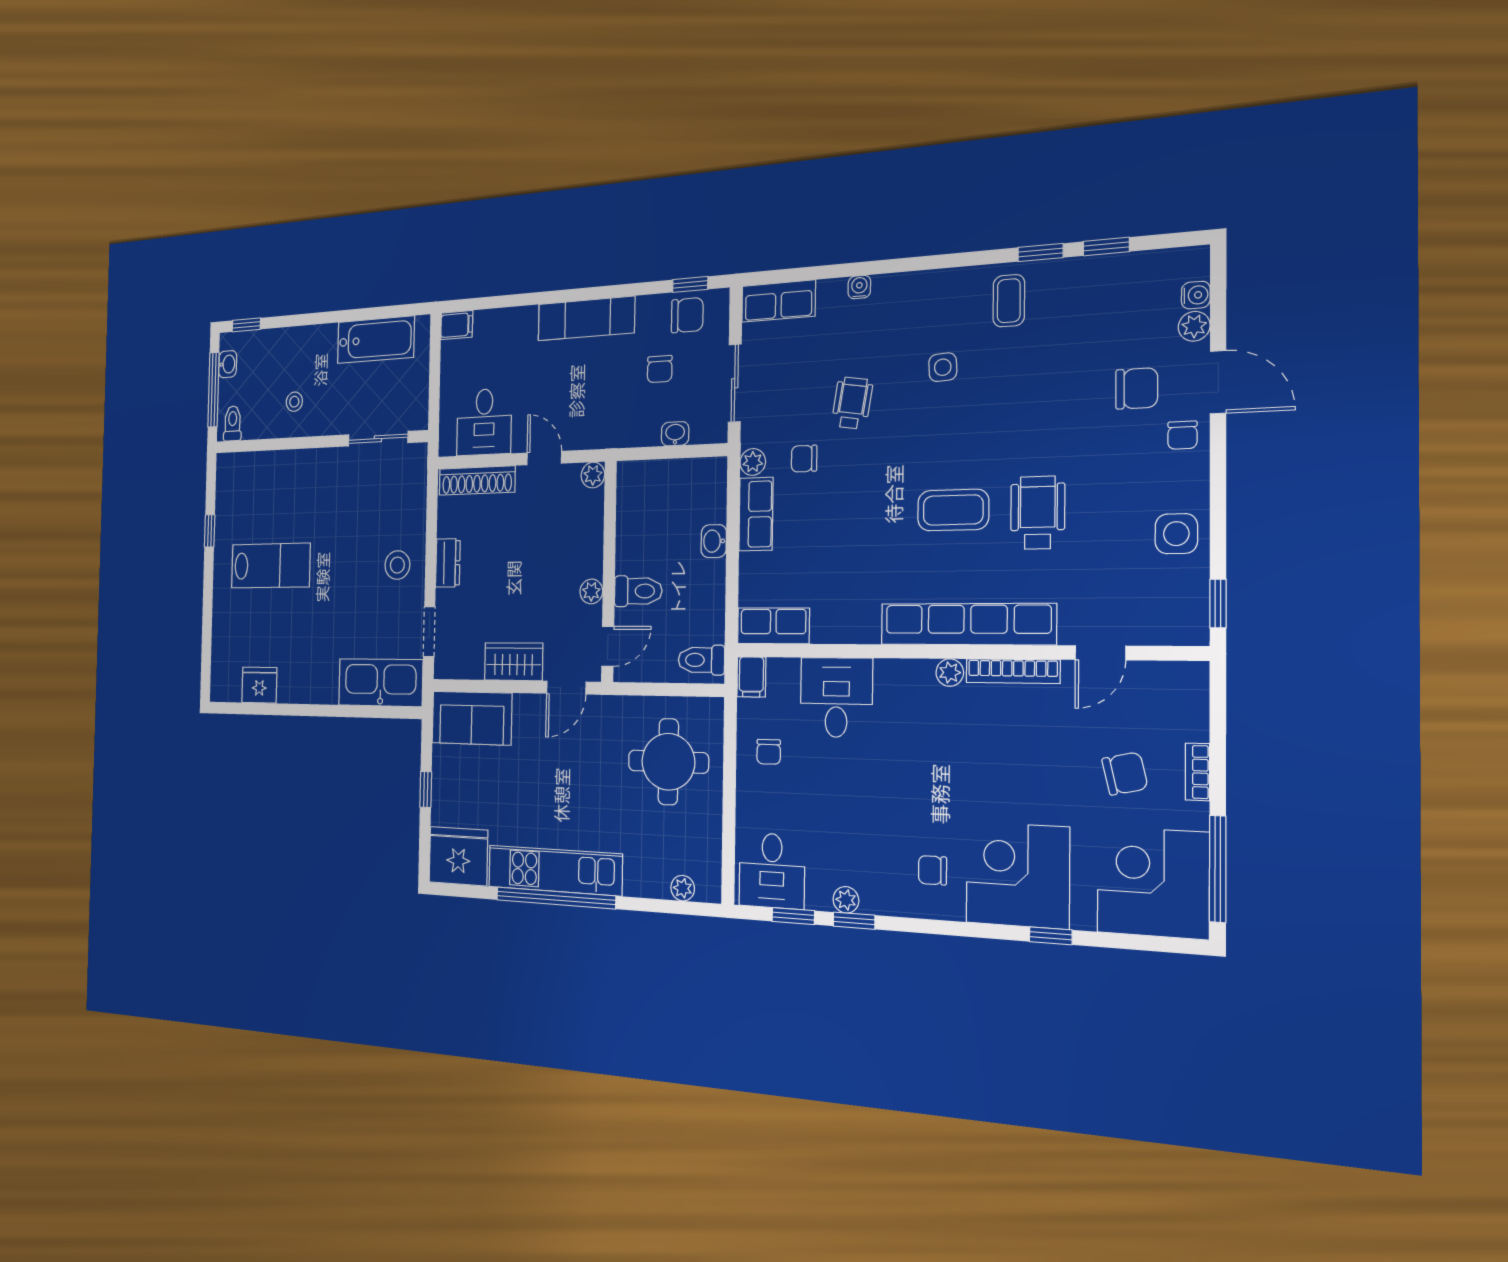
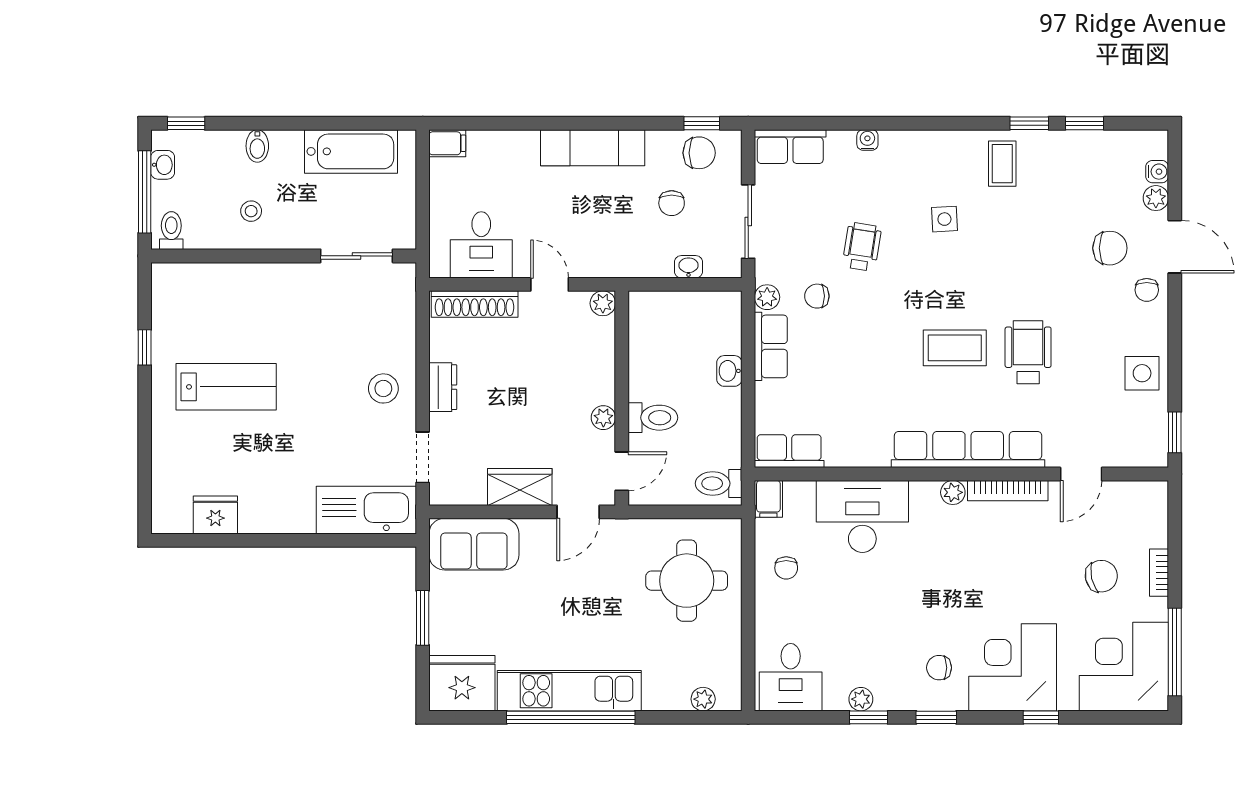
bidet: (301, 341) -> (257, 146), added
desk: (836, 697) -> (862, 516), width x1.37
window: (426, 789) -> (423, 618), width x1.50
window: (793, 916) -> (936, 717), moved

